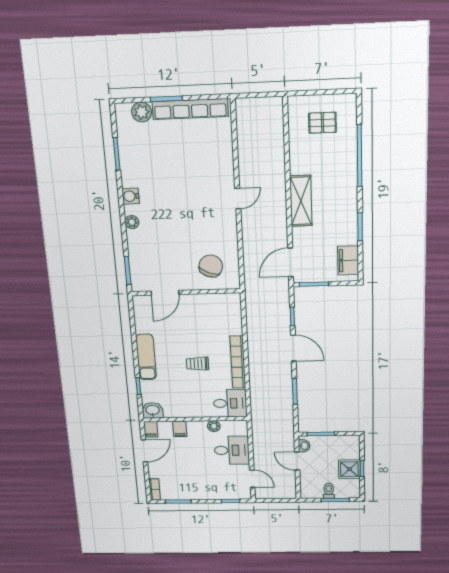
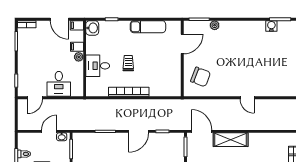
water cooler: (131, 196) -> (271, 26), moved
shelving: (301, 201) -> (231, 140), moved
plant: (132, 222) -> (215, 25), moved
door: (165, 293) -> (182, 44), swing flipped
exam couch: (146, 357) -> (148, 27), moved
desk: (230, 403) -> (98, 66), moved, turned 90
plant: (214, 426) -> (79, 57), moved

